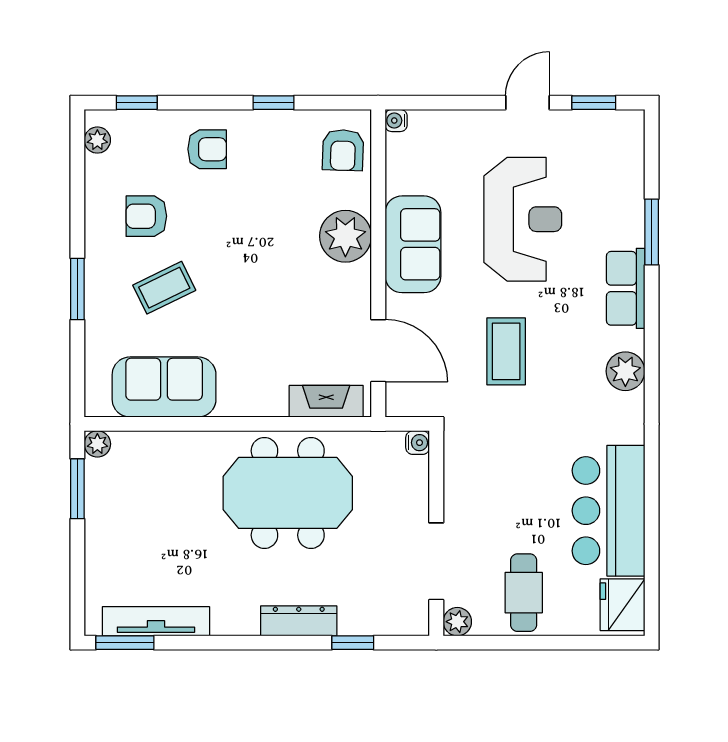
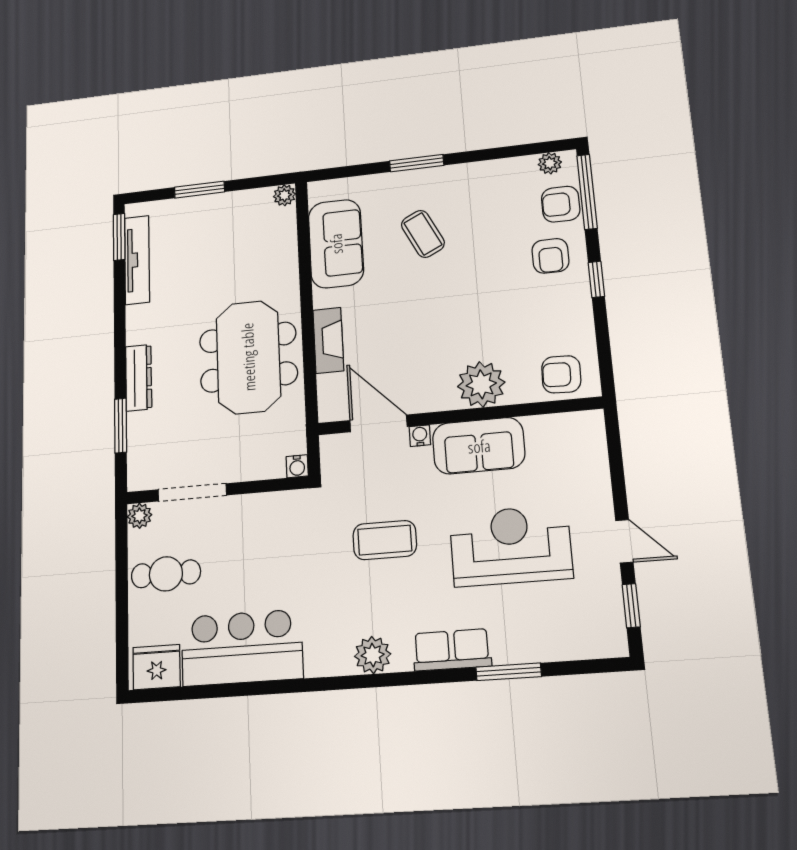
window: (137, 103) -> (587, 192), width x2.17
window: (274, 103) -> (596, 279), moved
water cooler: (396, 121) -> (420, 436), moved
armchair: (146, 216) -> (561, 204), moved, turned -90
reception desk: (523, 219) -> (511, 546), turned 180
door: (378, 351) -> (378, 423), swing flipped
fireplace: (326, 401) -> (328, 340), moved
window: (77, 489) -> (199, 190), moved
window: (353, 643) -> (121, 426), width x1.50

